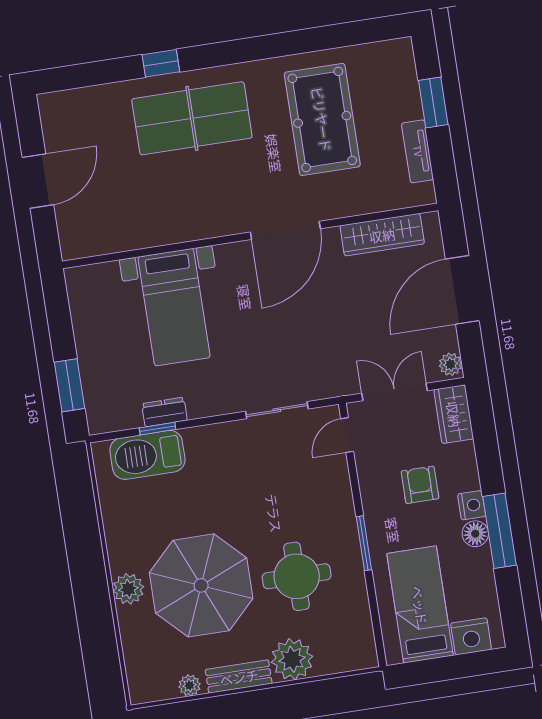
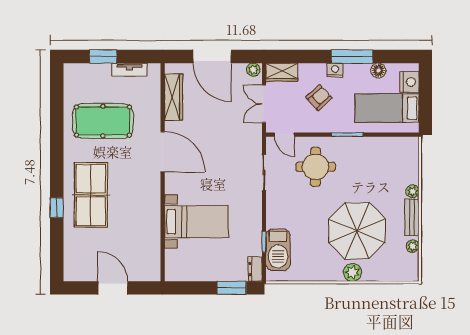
dresser: (165, 412) -> (255, 269), moved
armchair: (420, 485) -> (319, 98), turned 138
floor lamp: (475, 534) -> (378, 70), moved
round table: (297, 576) -> (316, 167), moved
plant: (292, 659) -> (412, 191), width x0.53, depth x0.53

